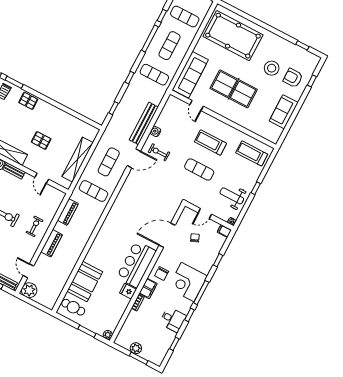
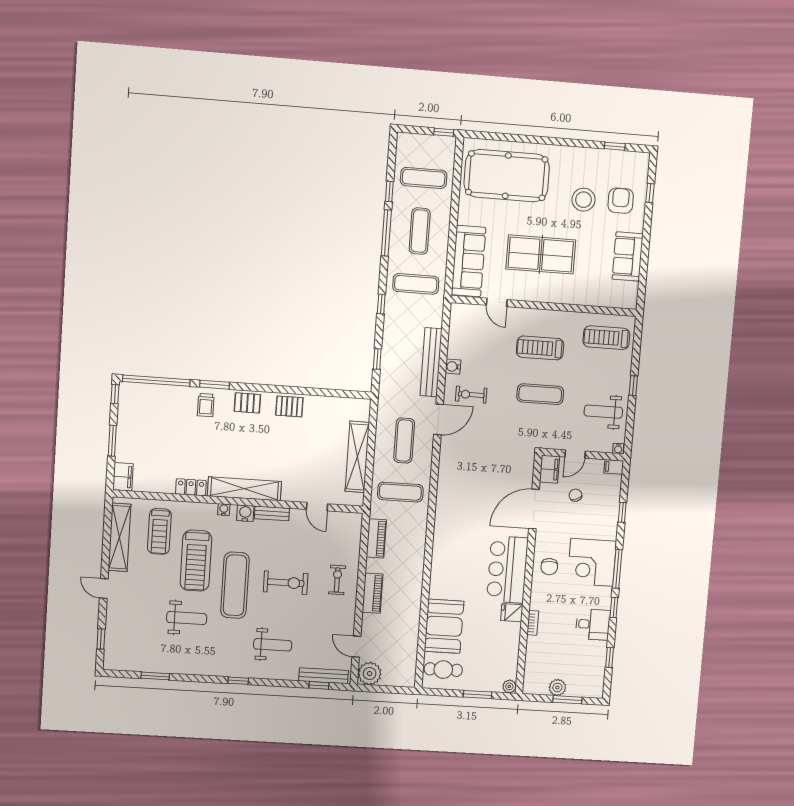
armchair: (293, 78) -> (621, 201), turned 90
pallet: (41, 140) -> (289, 406), moved
filing cabinet: (148, 288) -> (550, 469), moved

